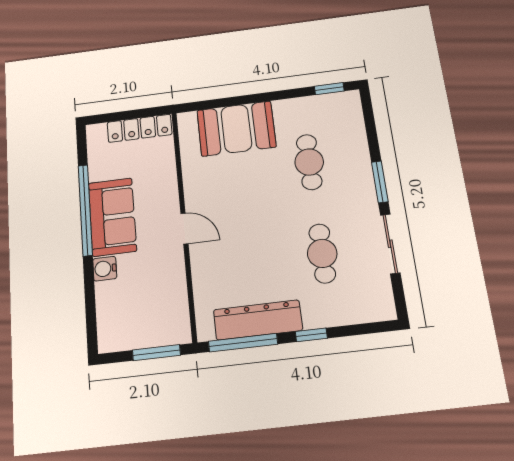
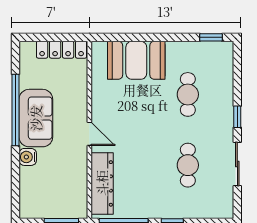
window: (380, 182) -> (237, 117), width x0.67
dresser: (258, 320) -> (102, 183), moved, turned 90

